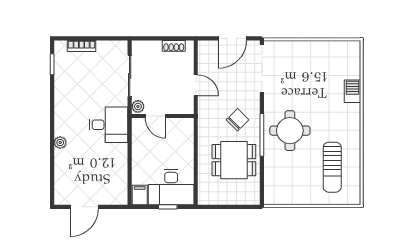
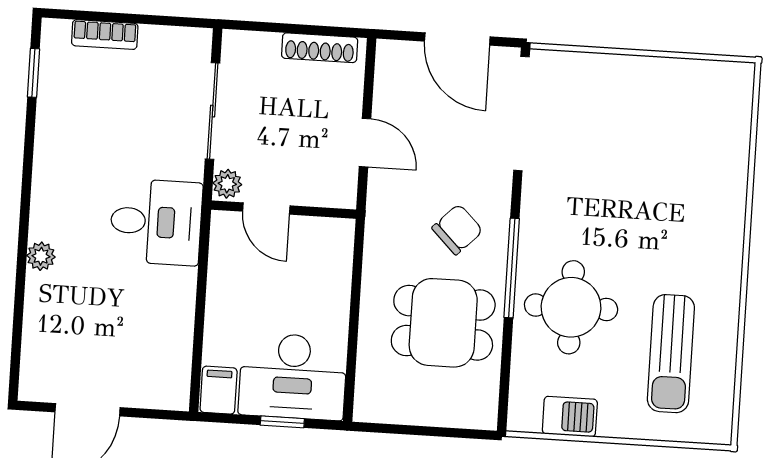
door: (232, 38) -> (457, 39), hinge flipped
shoe rack: (174, 46) -> (320, 48), width x1.43
barbecue: (353, 91) -> (570, 417), moved, turned 90
round table: (290, 131) -> (571, 307), moved

